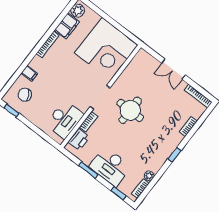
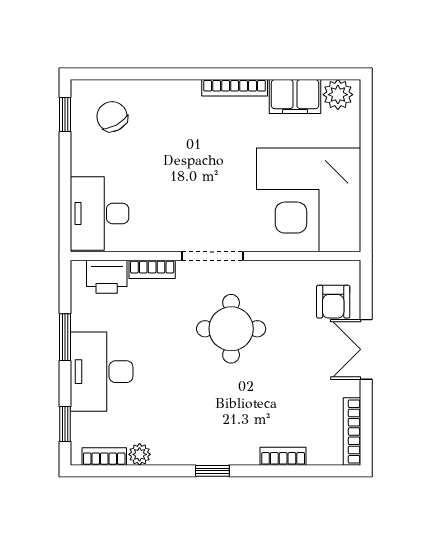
armchair: (148, 68) -> (333, 302), added
filing cabinet: (29, 73) -> (157, 95), removed
desk: (64, 120) -> (100, 214), moved, turned 90

